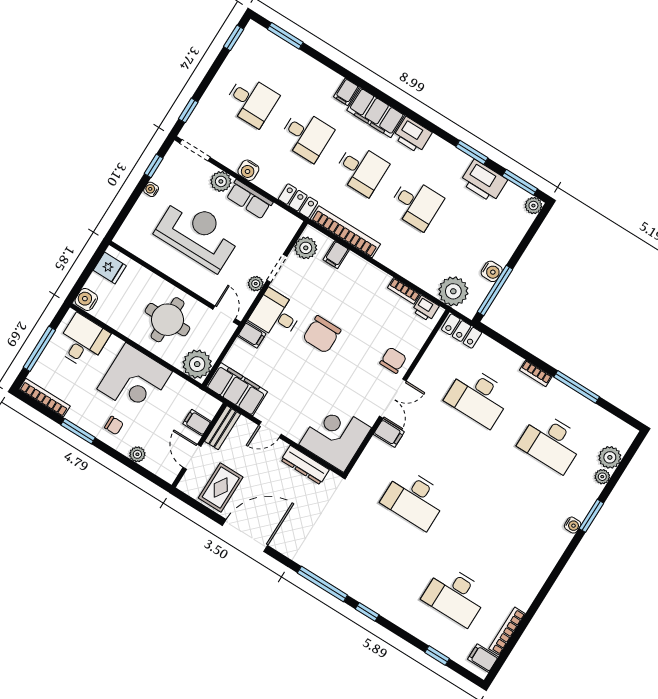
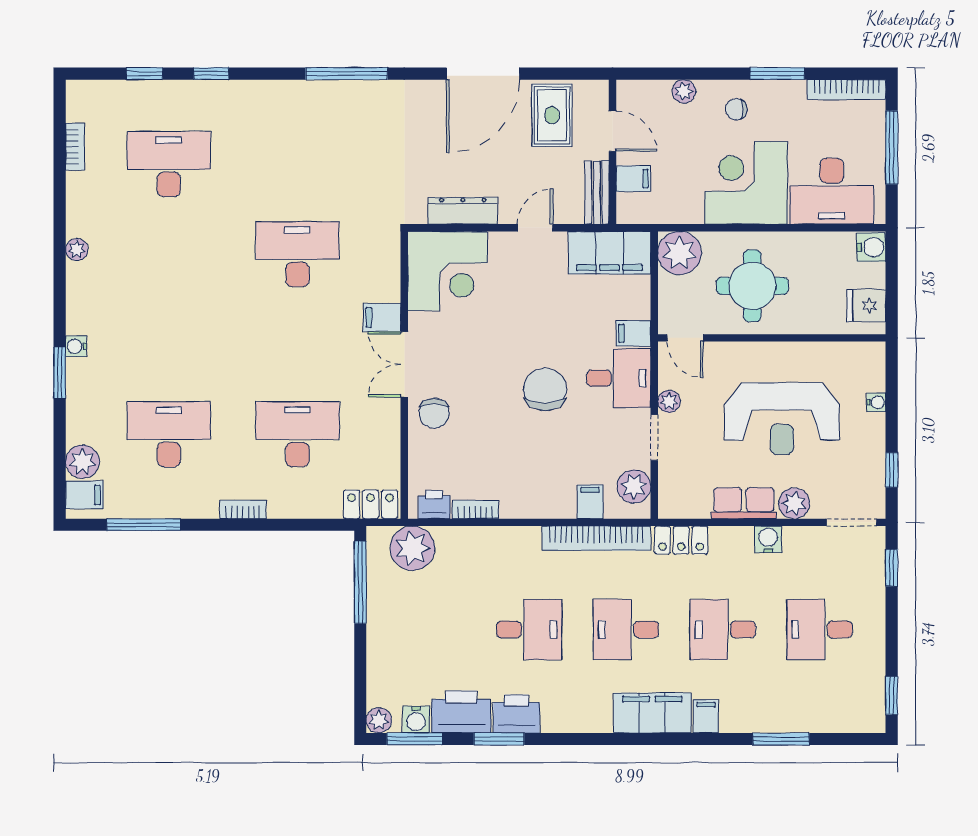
window: (285, 36) -> (781, 739), moved
printer: (412, 135) -> (516, 714), moved
water cooler: (151, 189) -> (876, 402), moved
desk: (416, 204) -> (529, 629), turned 180
water cooler: (492, 271) -> (416, 720), moved, turned -90
desk: (82, 341) -> (832, 191), width x1.37
window: (577, 387) -> (144, 525), moved
plant: (602, 477) -> (77, 250), moved
window: (367, 612) -> (211, 74), moved
bookcase: (507, 631) -> (75, 147), width x0.64
filing cabinet: (483, 658) -> (84, 495), moved

